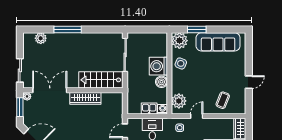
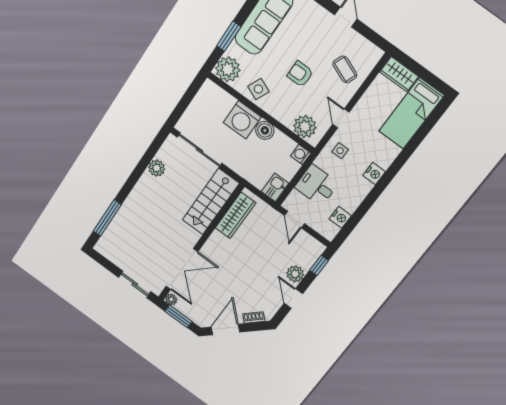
window: (68, 29) -> (107, 218), moved
plant: (41, 38) -> (157, 168), moved
armchair: (204, 79) -> (300, 74), added
double door: (50, 90) -> (182, 269), swing flipped
wardrobe: (85, 98) -> (236, 215), moved
kitchen sink: (149, 108) -> (275, 187), moved

